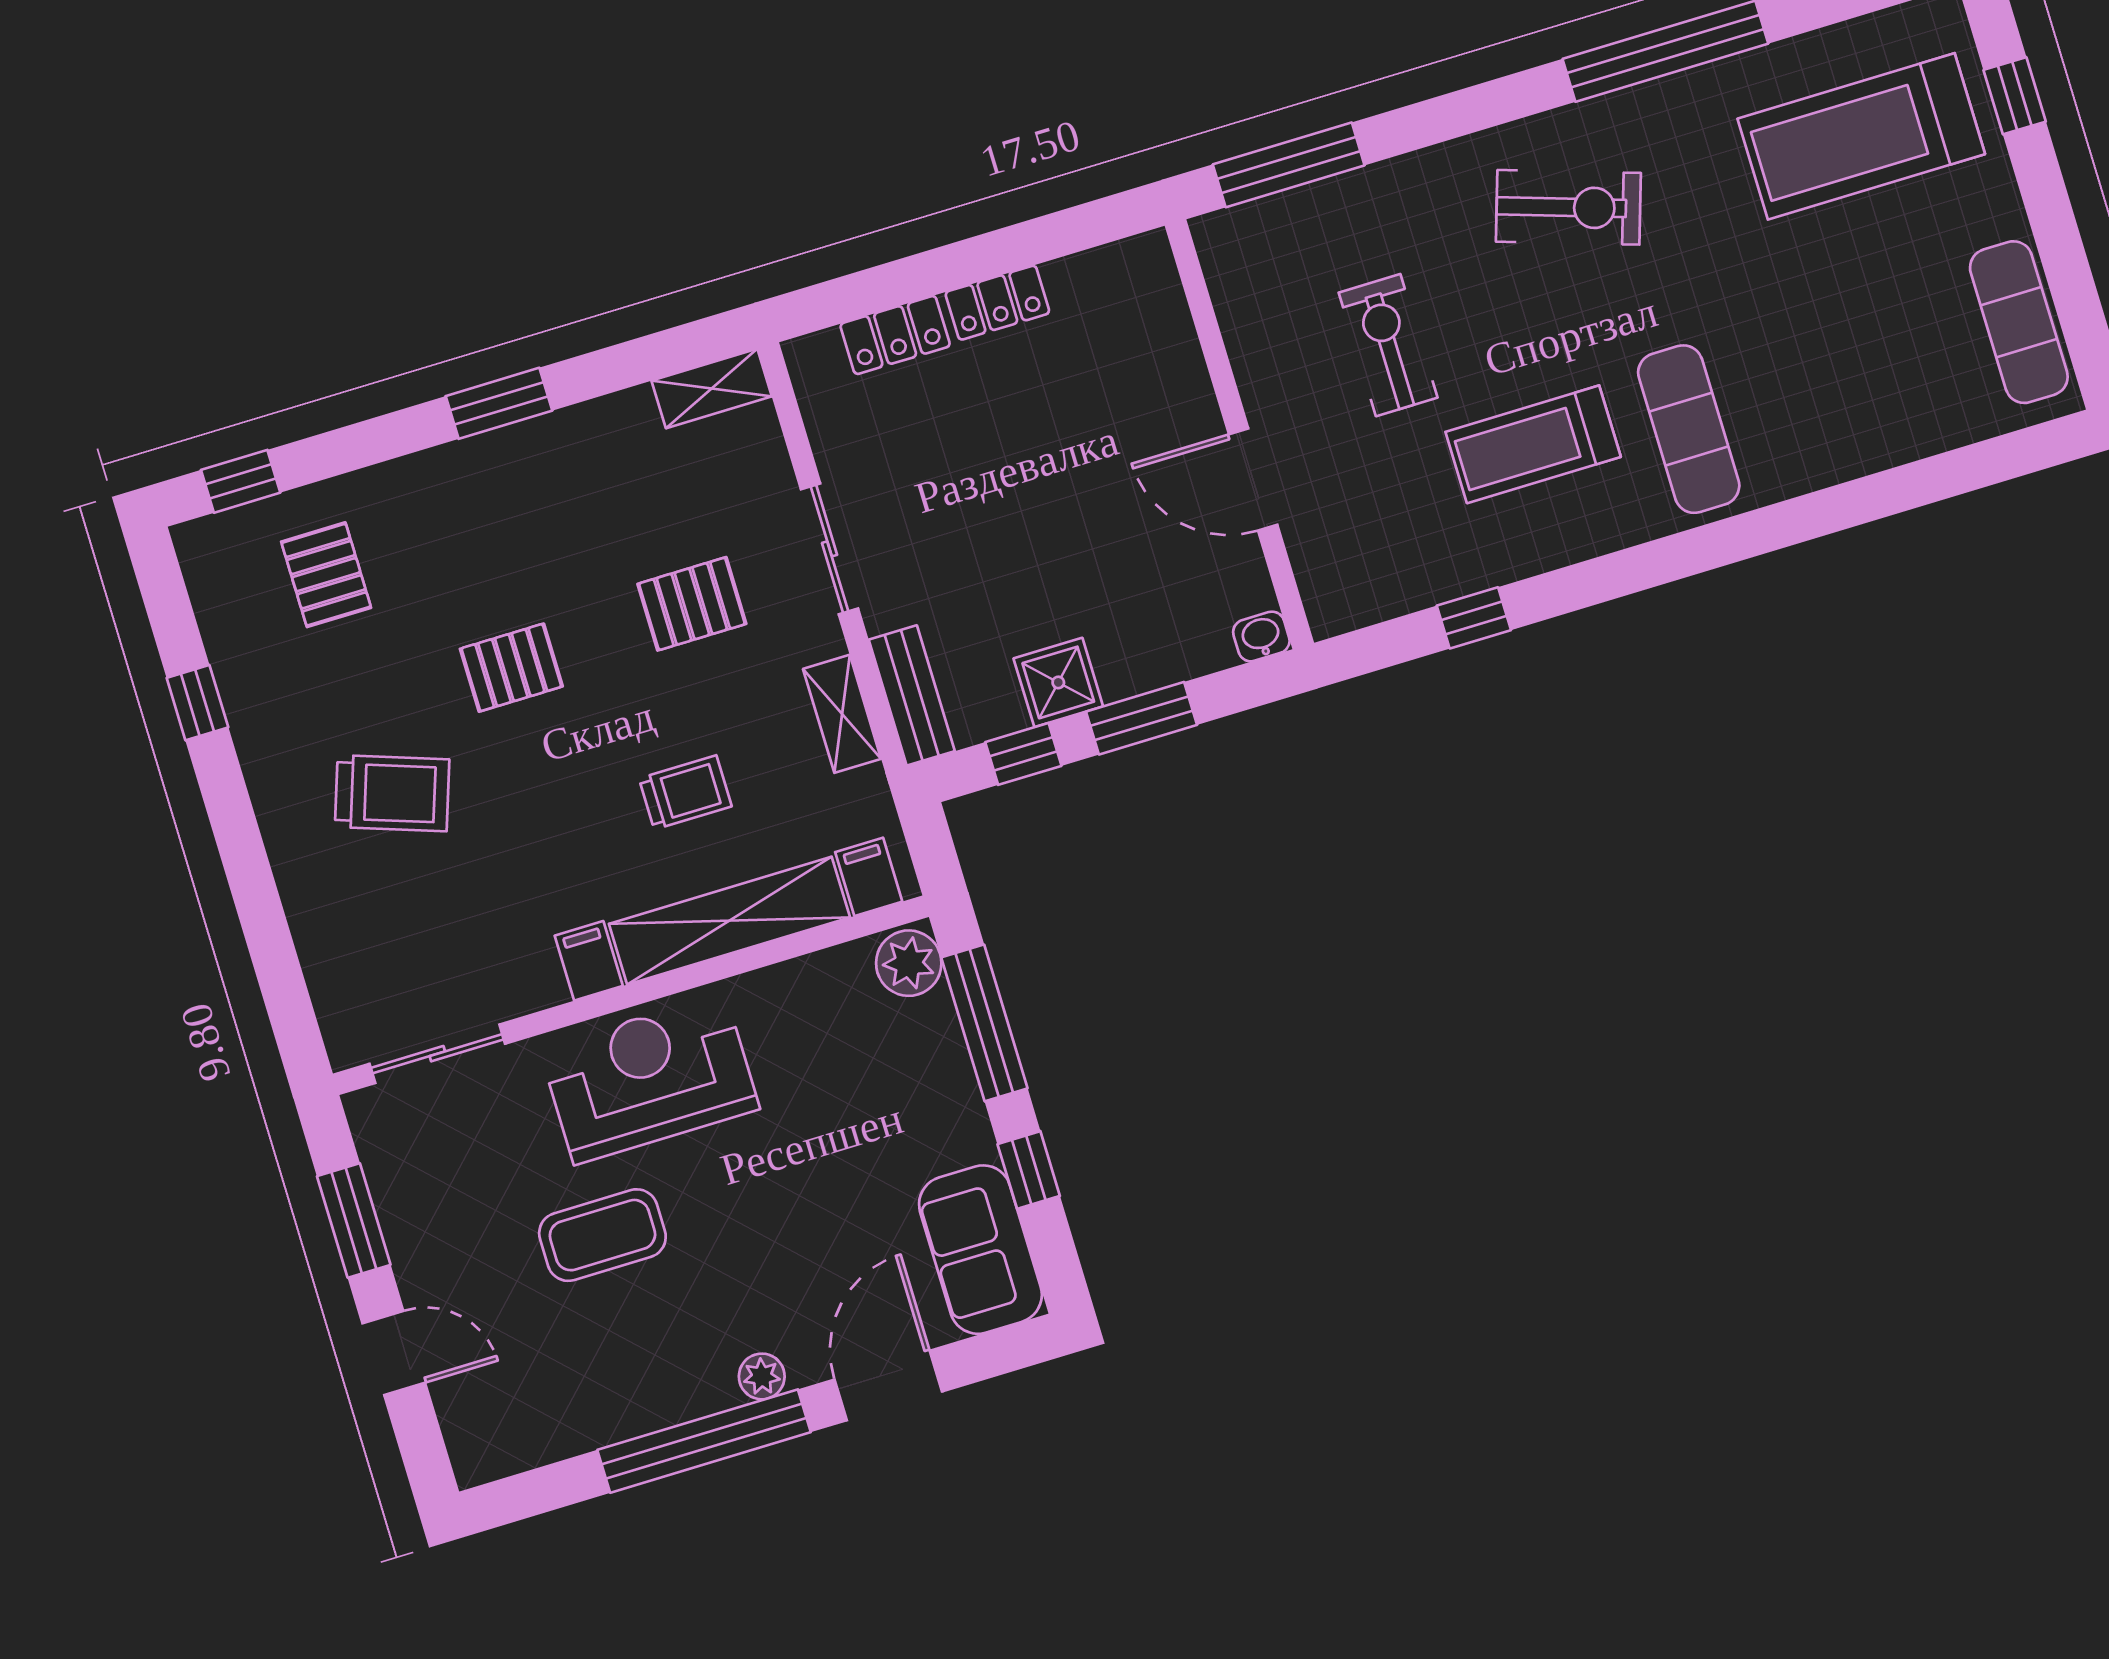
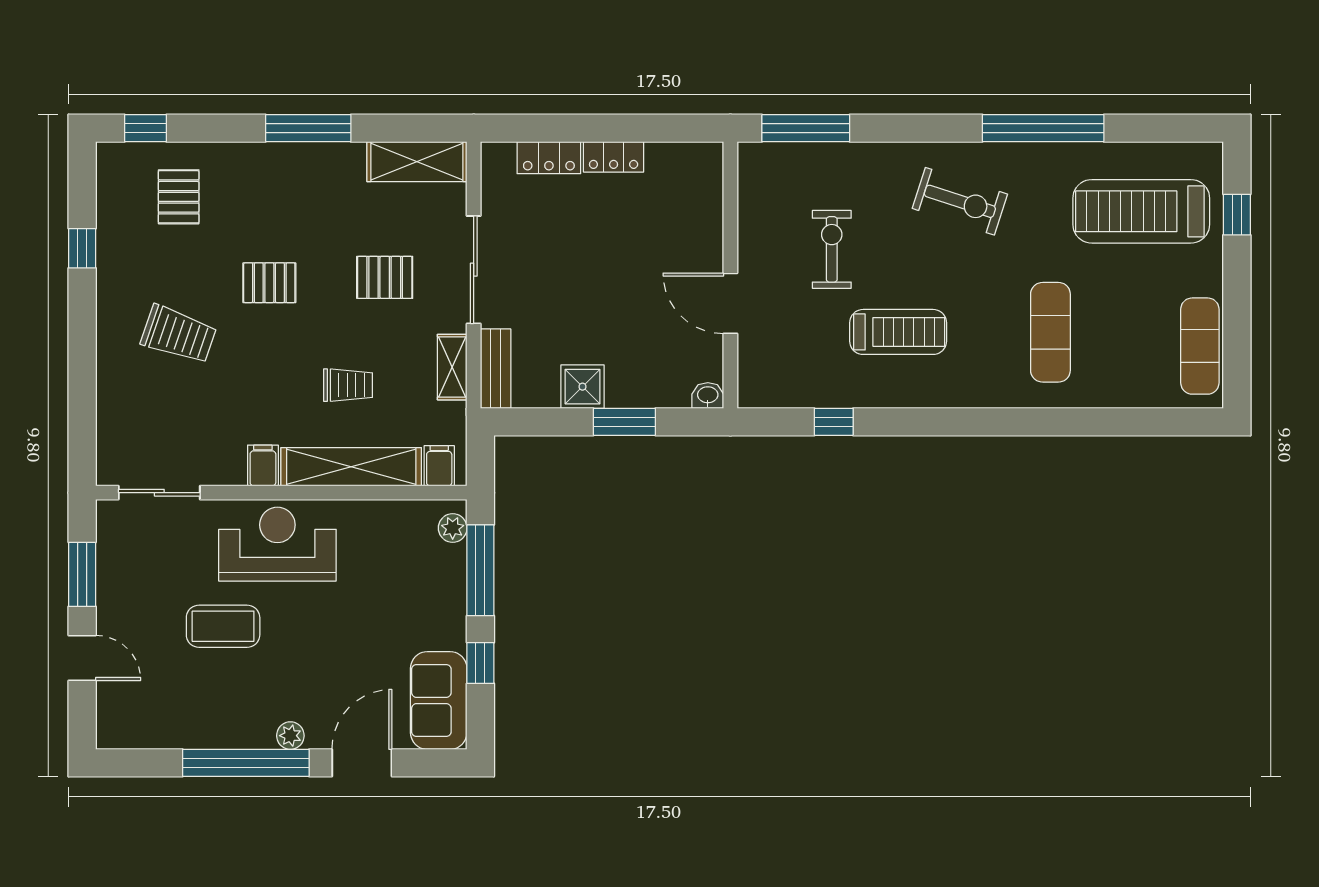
shelving: (712, 389) -> (417, 162), width x1.50, depth x1.33
window: (499, 403) -> (308, 128), width x1.44
exercise mat: (1689, 429) -> (1050, 332), moved
treadmill: (1533, 444) -> (898, 332), turned 180
sliding door: (830, 549) -> (474, 270), width x1.37
window: (1023, 754) -> (550, 422), removed
plant: (909, 963) -> (453, 528), width x0.73, depth x0.73

